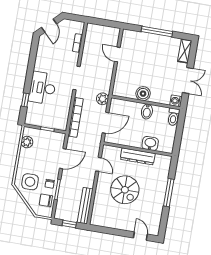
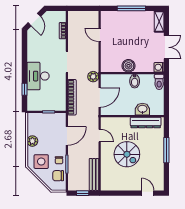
plant: (27, 142) -> (32, 141), moved
dresser: (138, 156) -> (146, 123), moved

